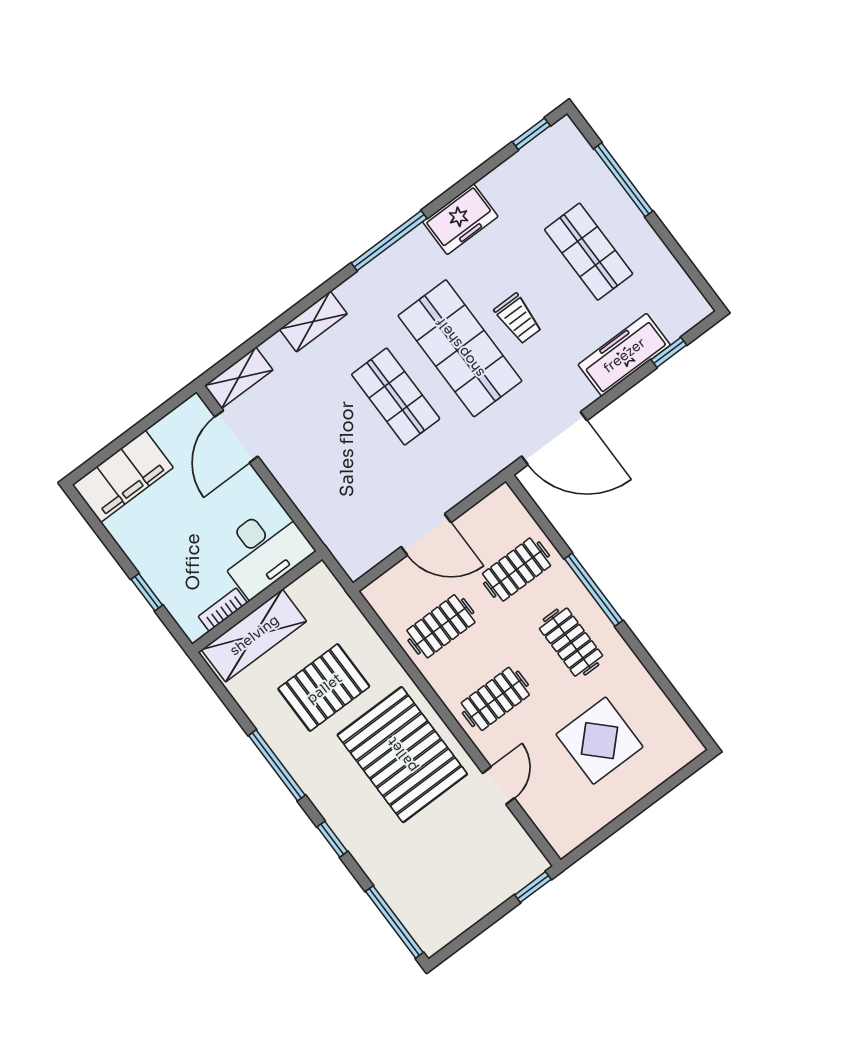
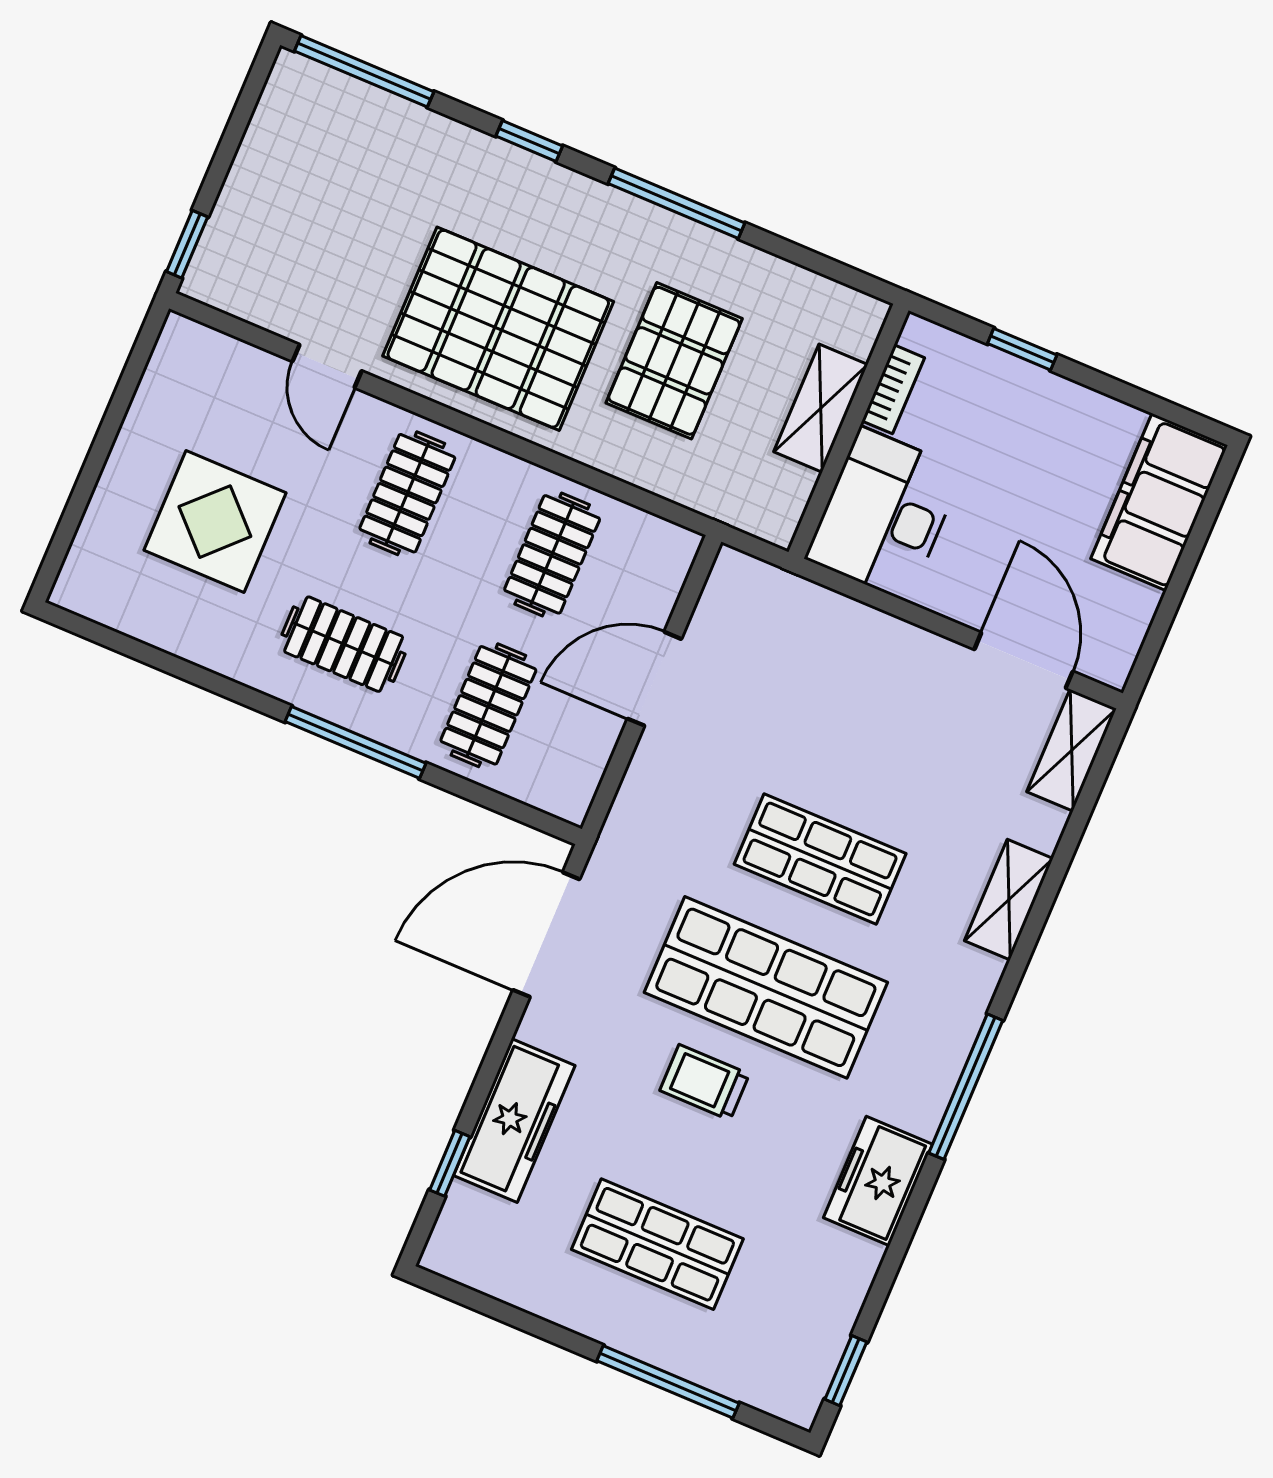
shelving: (254, 635) -> (821, 408), width x0.67, depth x0.75

